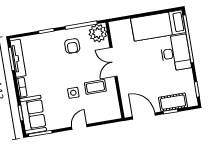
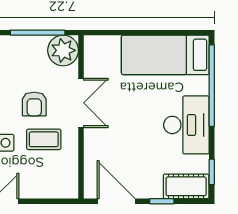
armchair: (72, 46) -> (34, 104), moved
desk: (175, 53) -> (186, 125), moved
double door: (114, 62) -> (81, 103), swing flipped
cot: (173, 102) -> (186, 186), moved

